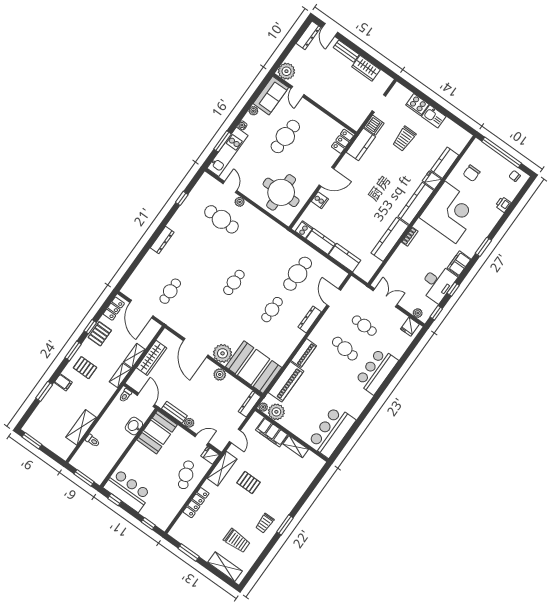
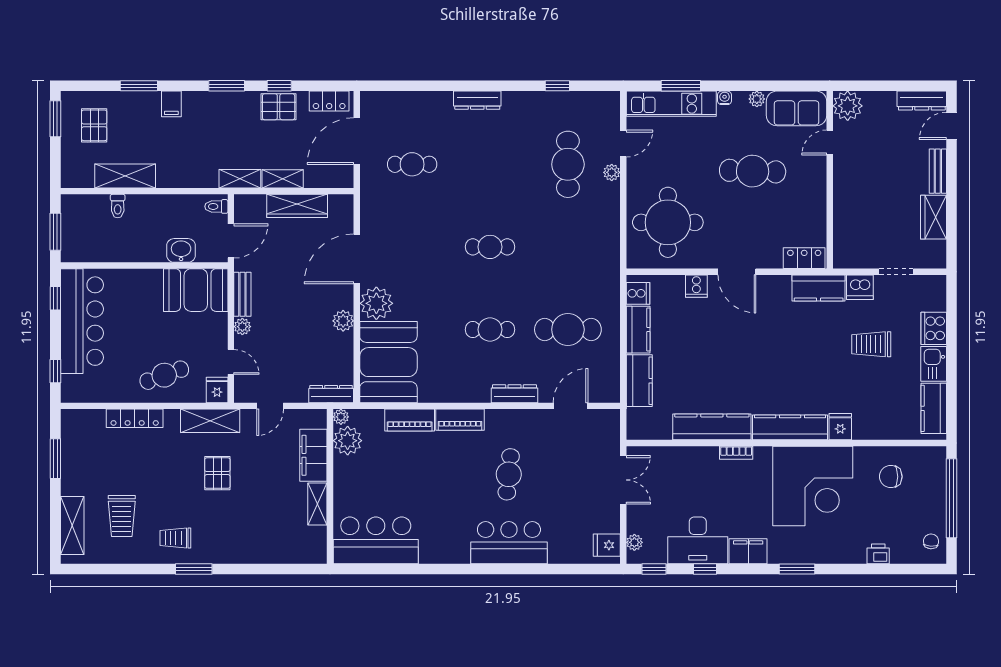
kitchen counter: (445, 163) -> (934, 408), moved, turned -90
cafe table: (364, 326) -> (562, 478), removed
pallet: (85, 368) -> (94, 125), moved
piano: (286, 382) -> (410, 420), width x0.73, depth x0.75
bar counter: (127, 490) -> (82, 321), width x1.36

